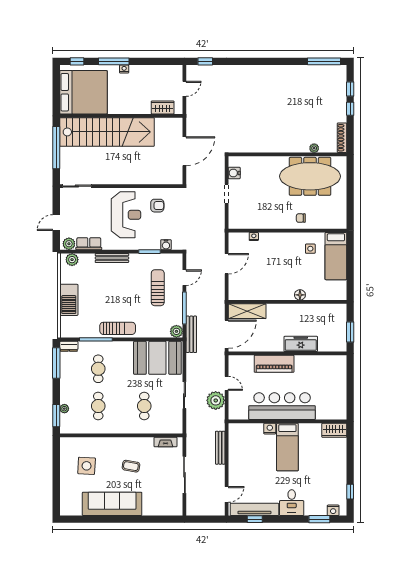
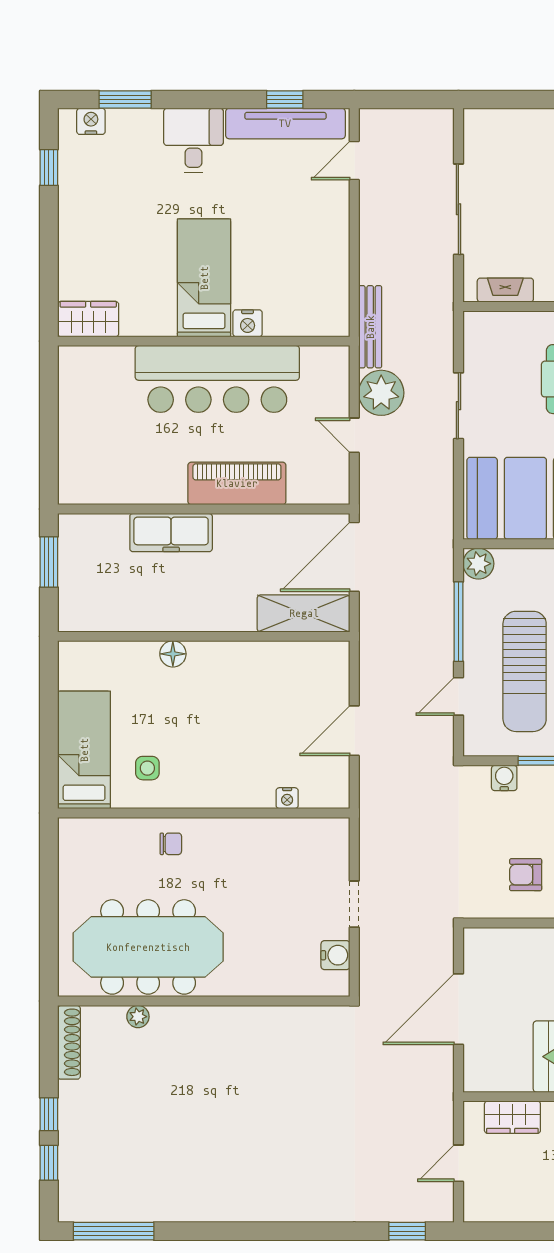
sun lounger: (158, 288) -> (525, 671), width x1.36, depth x1.34
bench: (191, 334) -> (441, 556), removed
bench: (220, 448) -> (370, 327), moved

